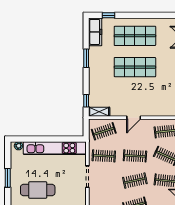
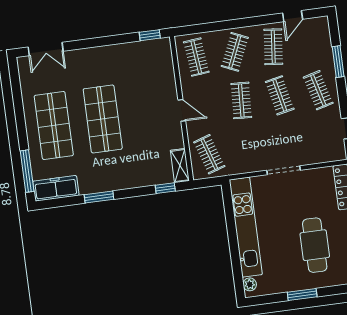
window: (108, 15) -> (27, 171), width x2.17
clothes rail: (104, 156) -> (248, 149), removed

